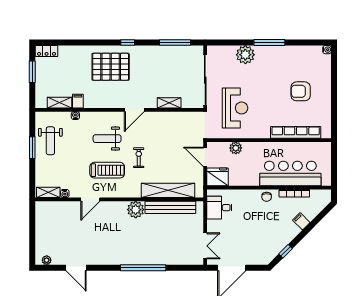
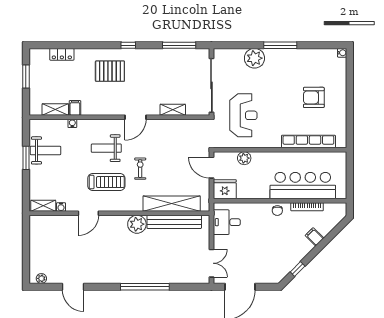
locker: (47, 51) -> (62, 54), moved
pallet: (111, 67) -> (110, 71), width x0.73, depth x0.71
weight bench: (50, 141) -> (46, 150), turned -90

